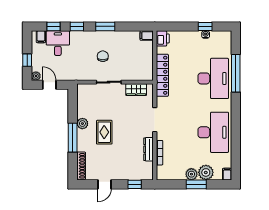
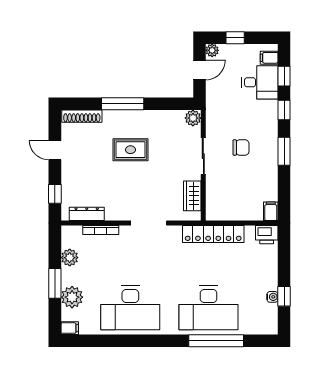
plant: (82, 124) -> (193, 118), moved
dresser: (148, 149) -> (87, 214), moved
plant: (191, 174) -> (70, 258), moved

